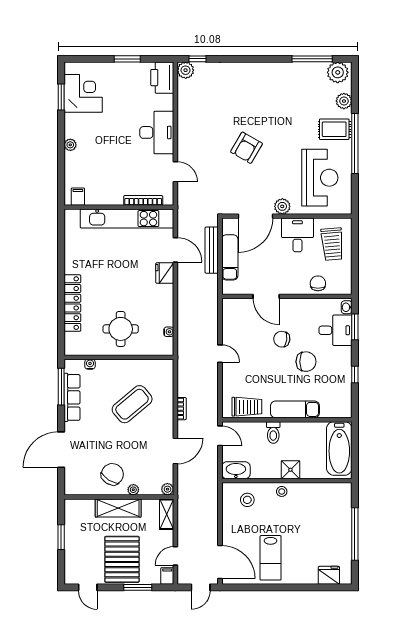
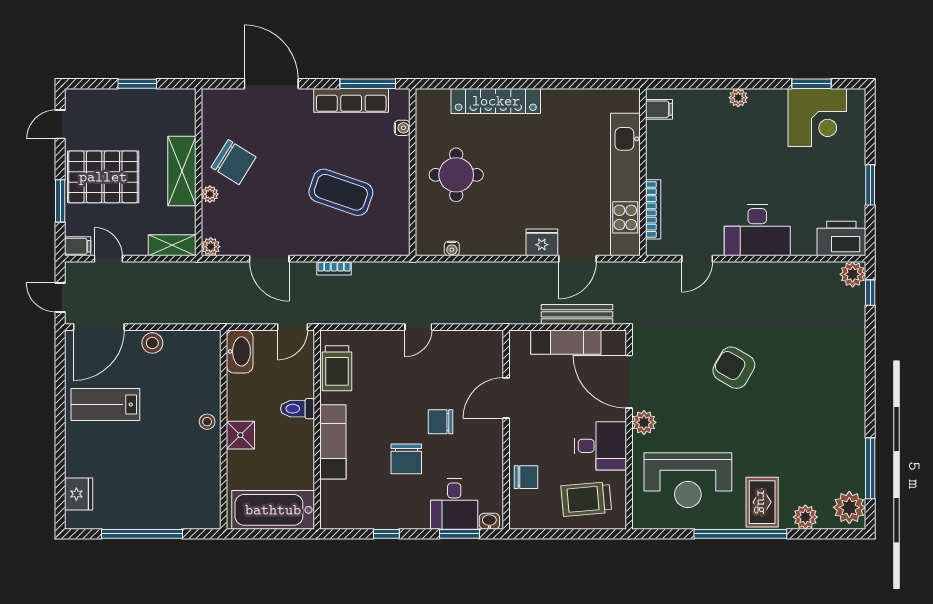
chair: (282, 339) -> (441, 422), turned -97
coffee table: (132, 404) -> (341, 192), turned -31
stool: (247, 500) -> (152, 343), moved

